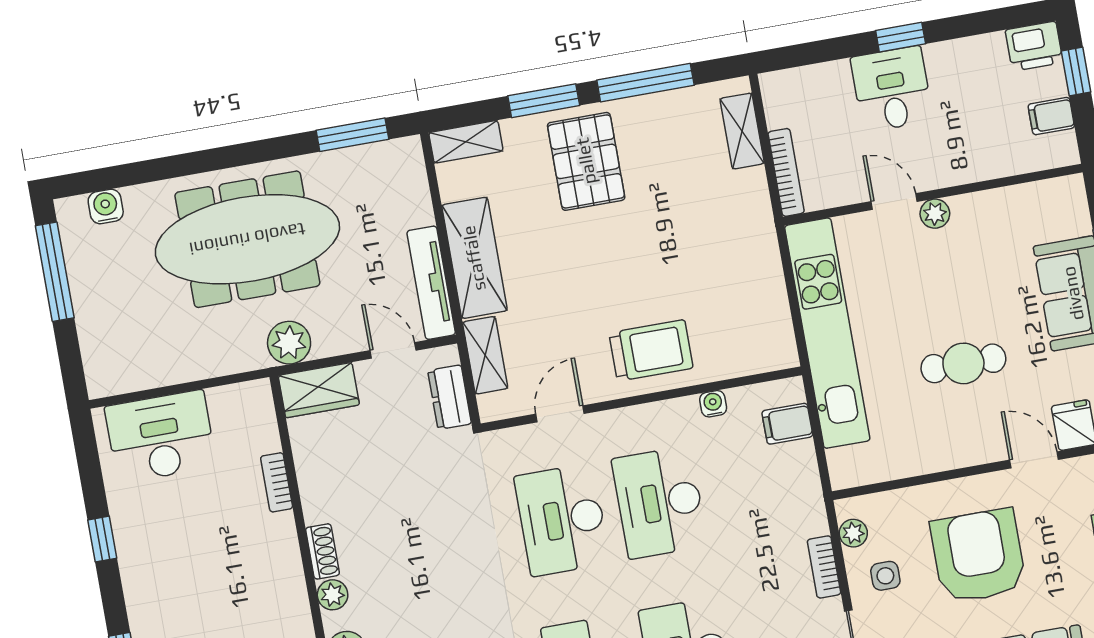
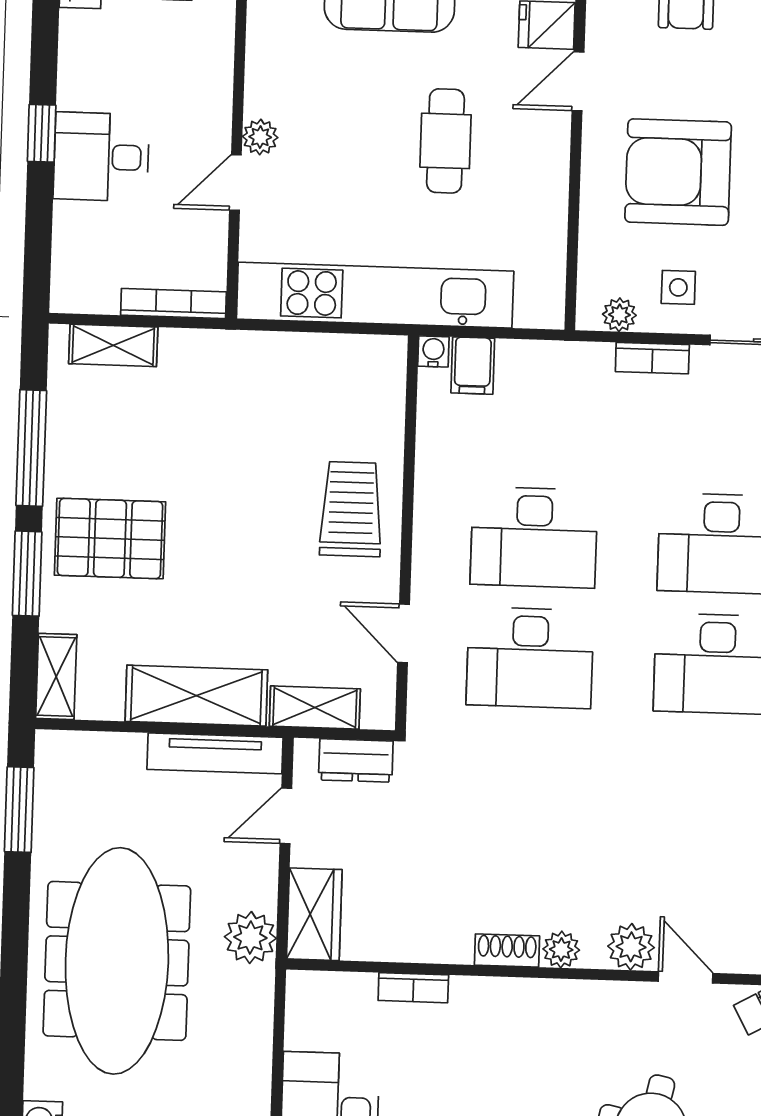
water cooler: (713, 404) -> (433, 351), moved, turned 90

